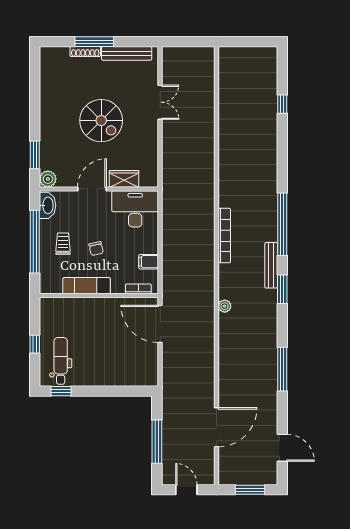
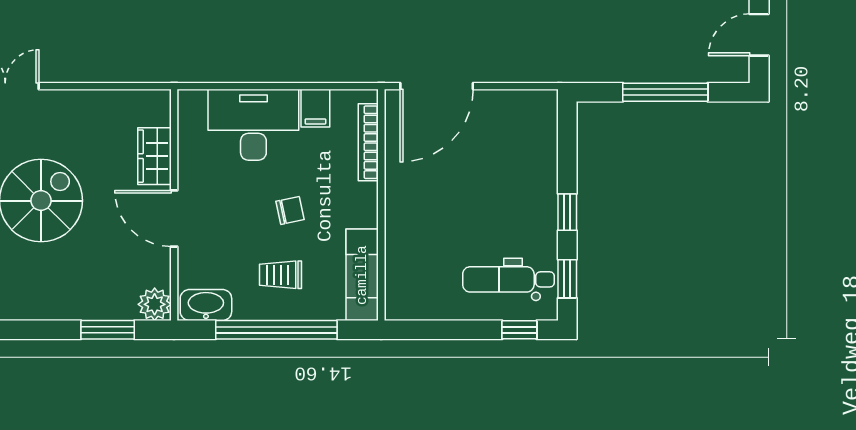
desk: (135, 209) -> (253, 125), moved, turned 90
exam couch: (86, 286) -> (362, 275), moved
bookcase: (138, 289) -> (368, 142), width x1.56
window: (35, 344) -> (519, 330), moved
window: (95, 391) -> (567, 212), added

